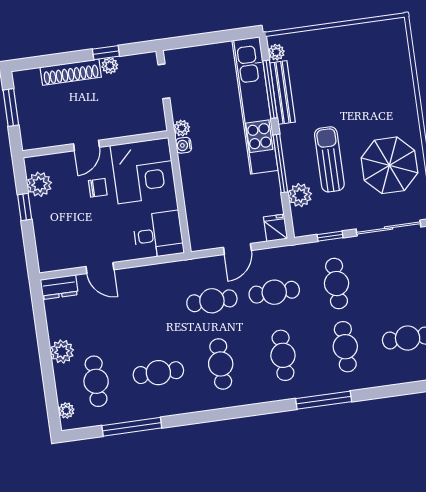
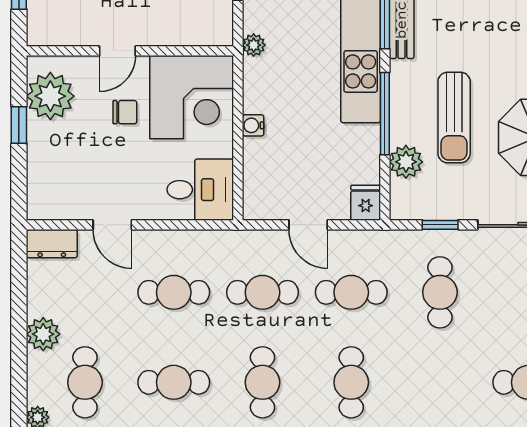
water cooler: (184, 145) -> (253, 125), moved
sun lounger: (329, 159) -> (454, 117), turned 180
plant: (39, 184) -> (50, 96), width x1.36, depth x1.36
door: (237, 249) -> (308, 225), hinge flipped
cafe table: (345, 347) -> (174, 292), moved, turned 90

